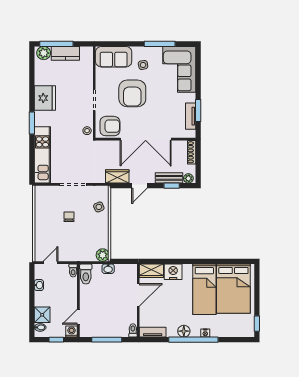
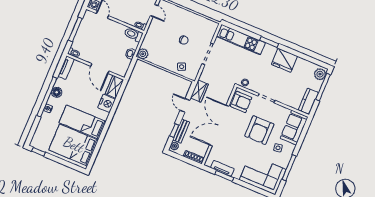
kitchen counter: (65, 53) -> (308, 101), moved
armchair: (132, 93) -> (259, 130), turned -90
armchair: (110, 126) -> (241, 102), turned -90

